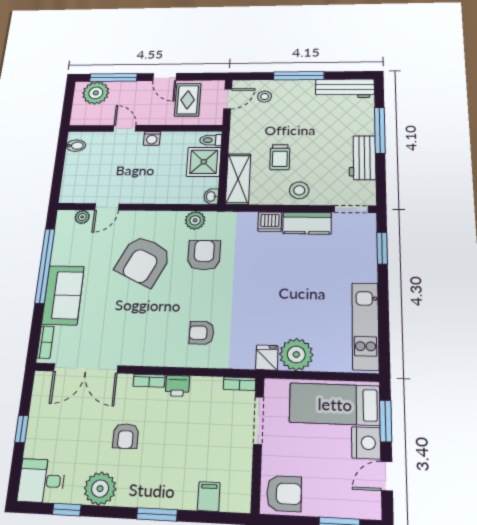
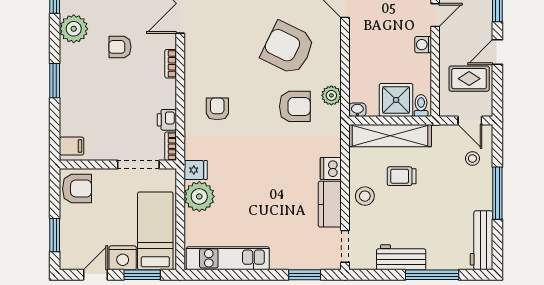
shelving: (238, 179) -> (390, 136), width x1.47
printer: (177, 386) -> (167, 120), moved
door: (387, 476) -> (95, 275), hinge flipped
armchair: (284, 494) -> (77, 189), turned -90
filing cabinet: (209, 497) -> (72, 146), moved

